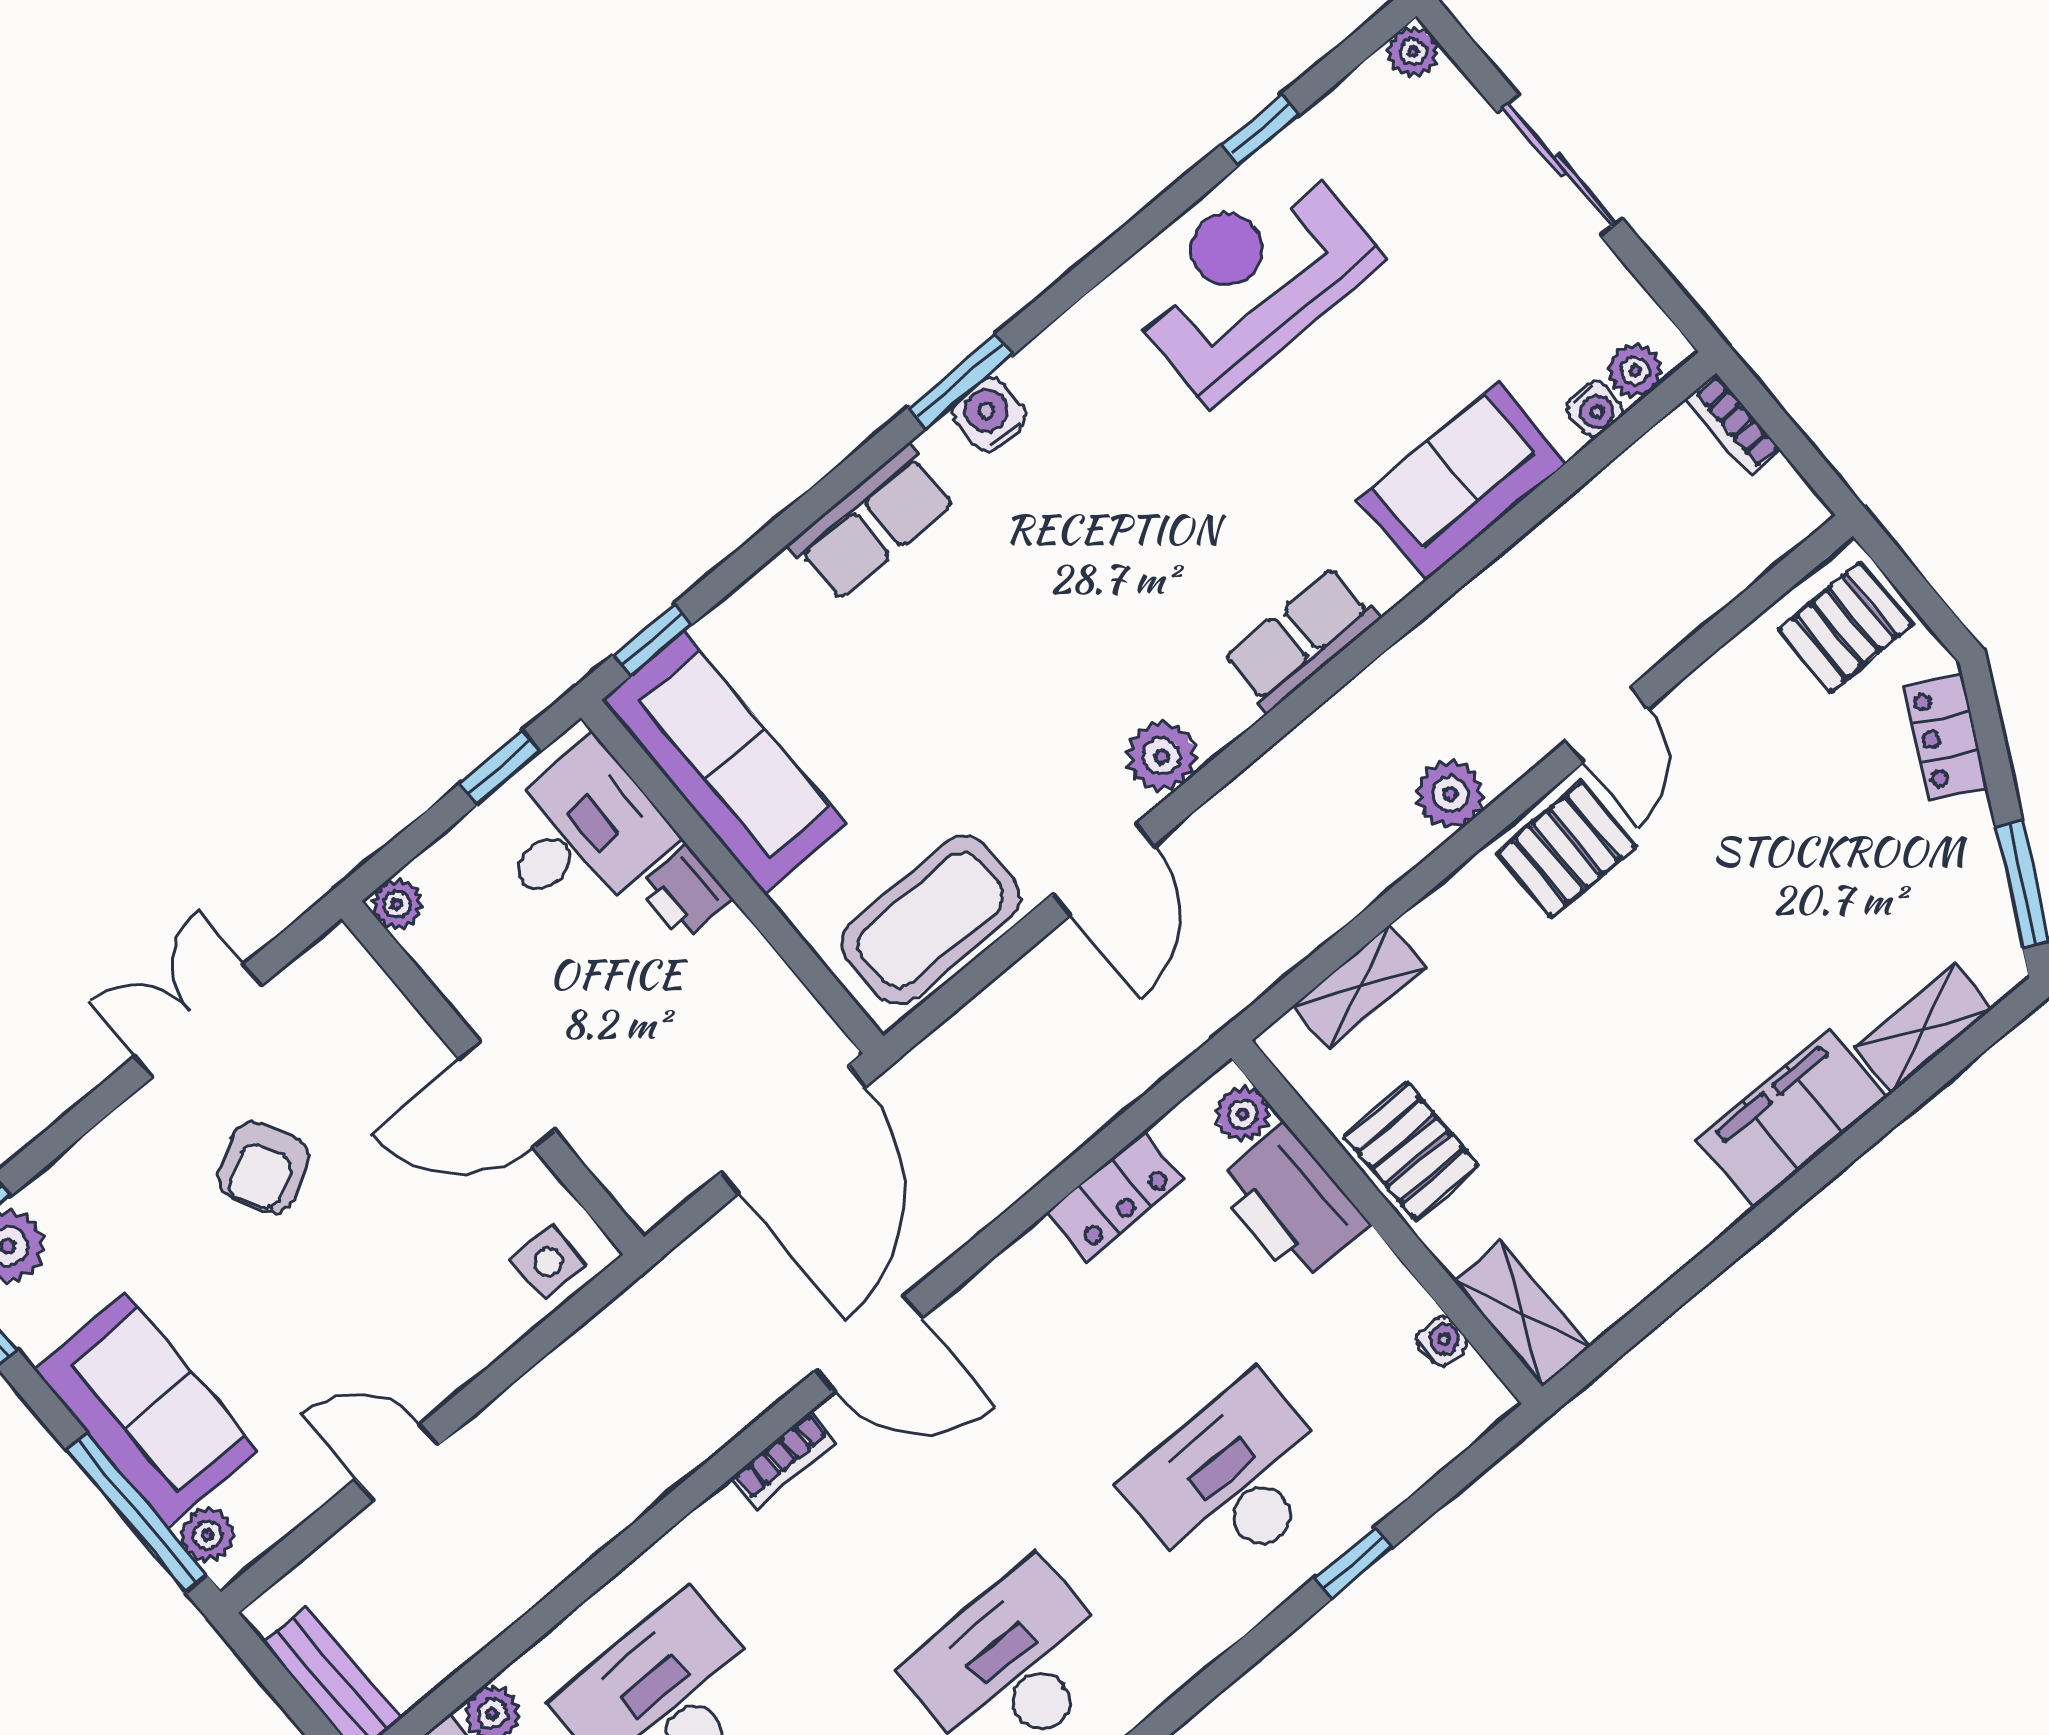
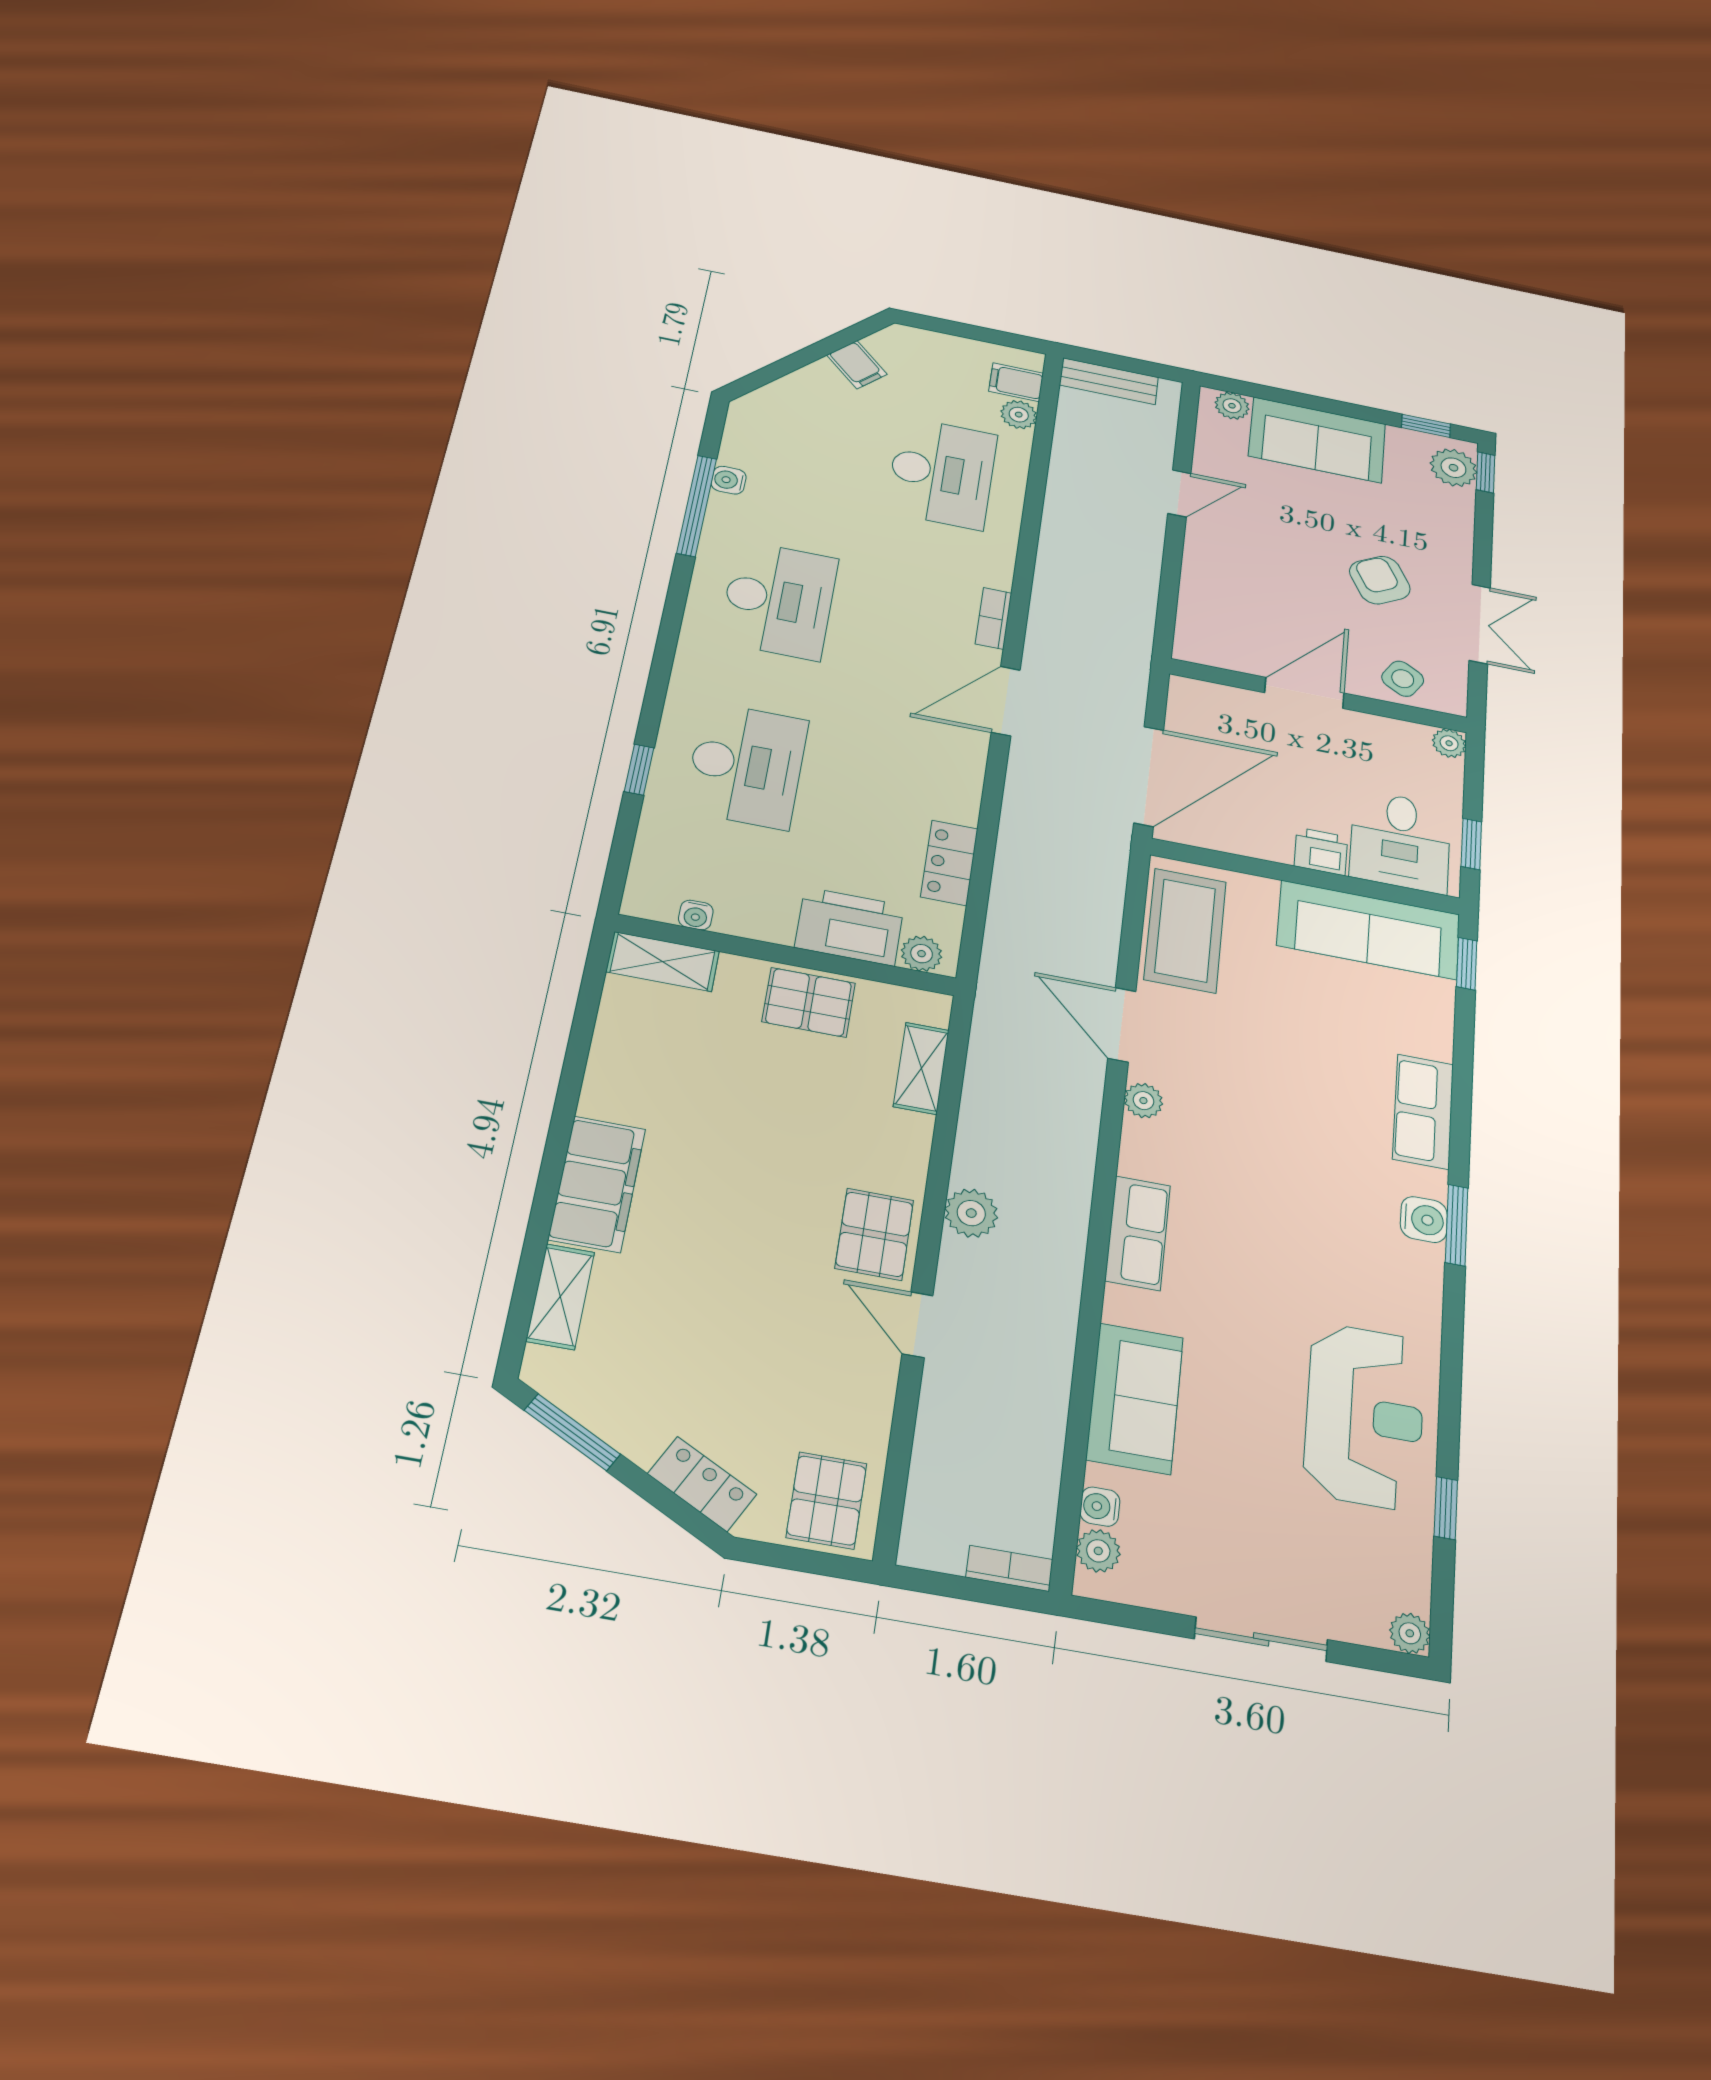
plant: (1162, 757) -> (1143, 1101), width x0.73, depth x0.73
door: (793, 1130) -> (1149, 776), swing flipped
side table: (548, 1262) -> (1403, 679), moved, turned 31
window: (136, 1512) -> (1274, 394), removed

